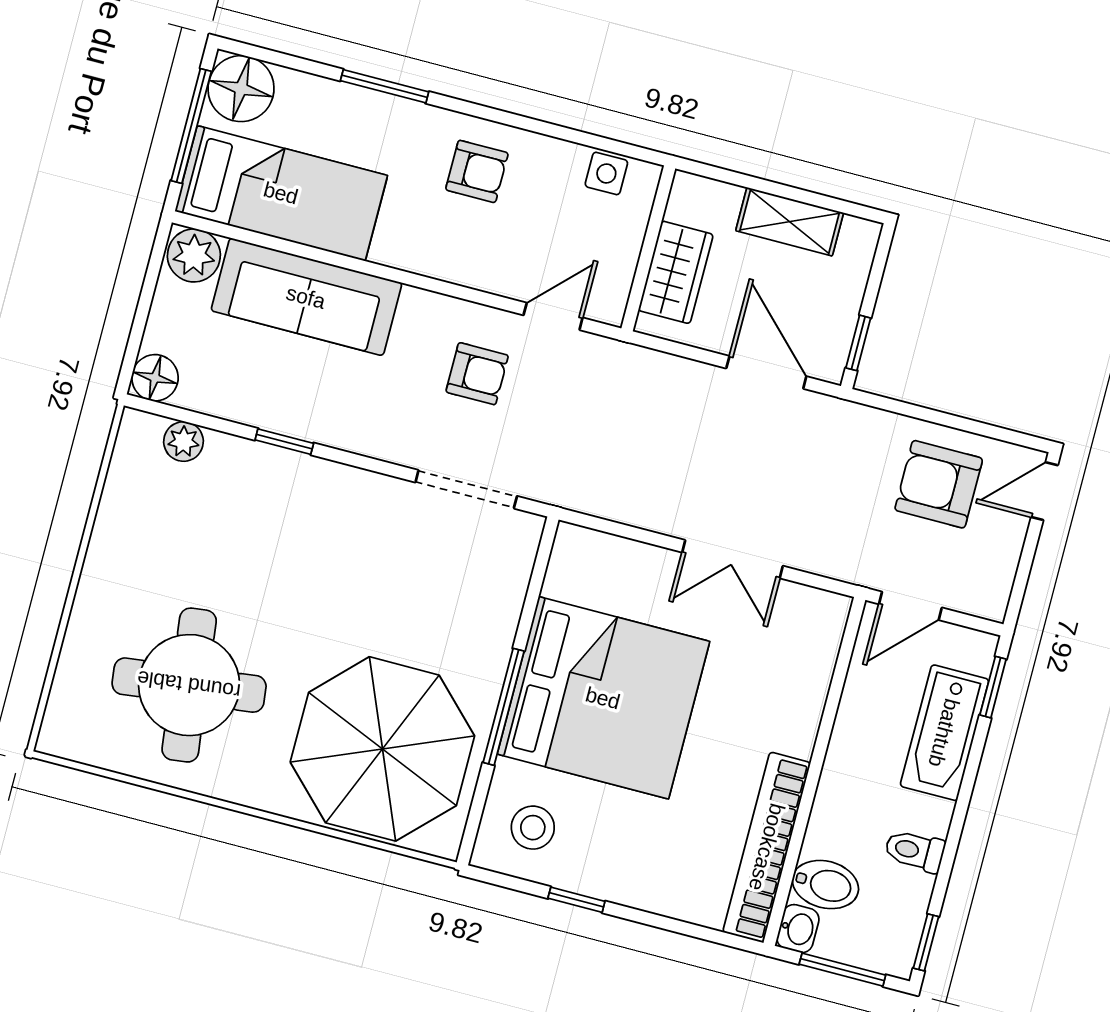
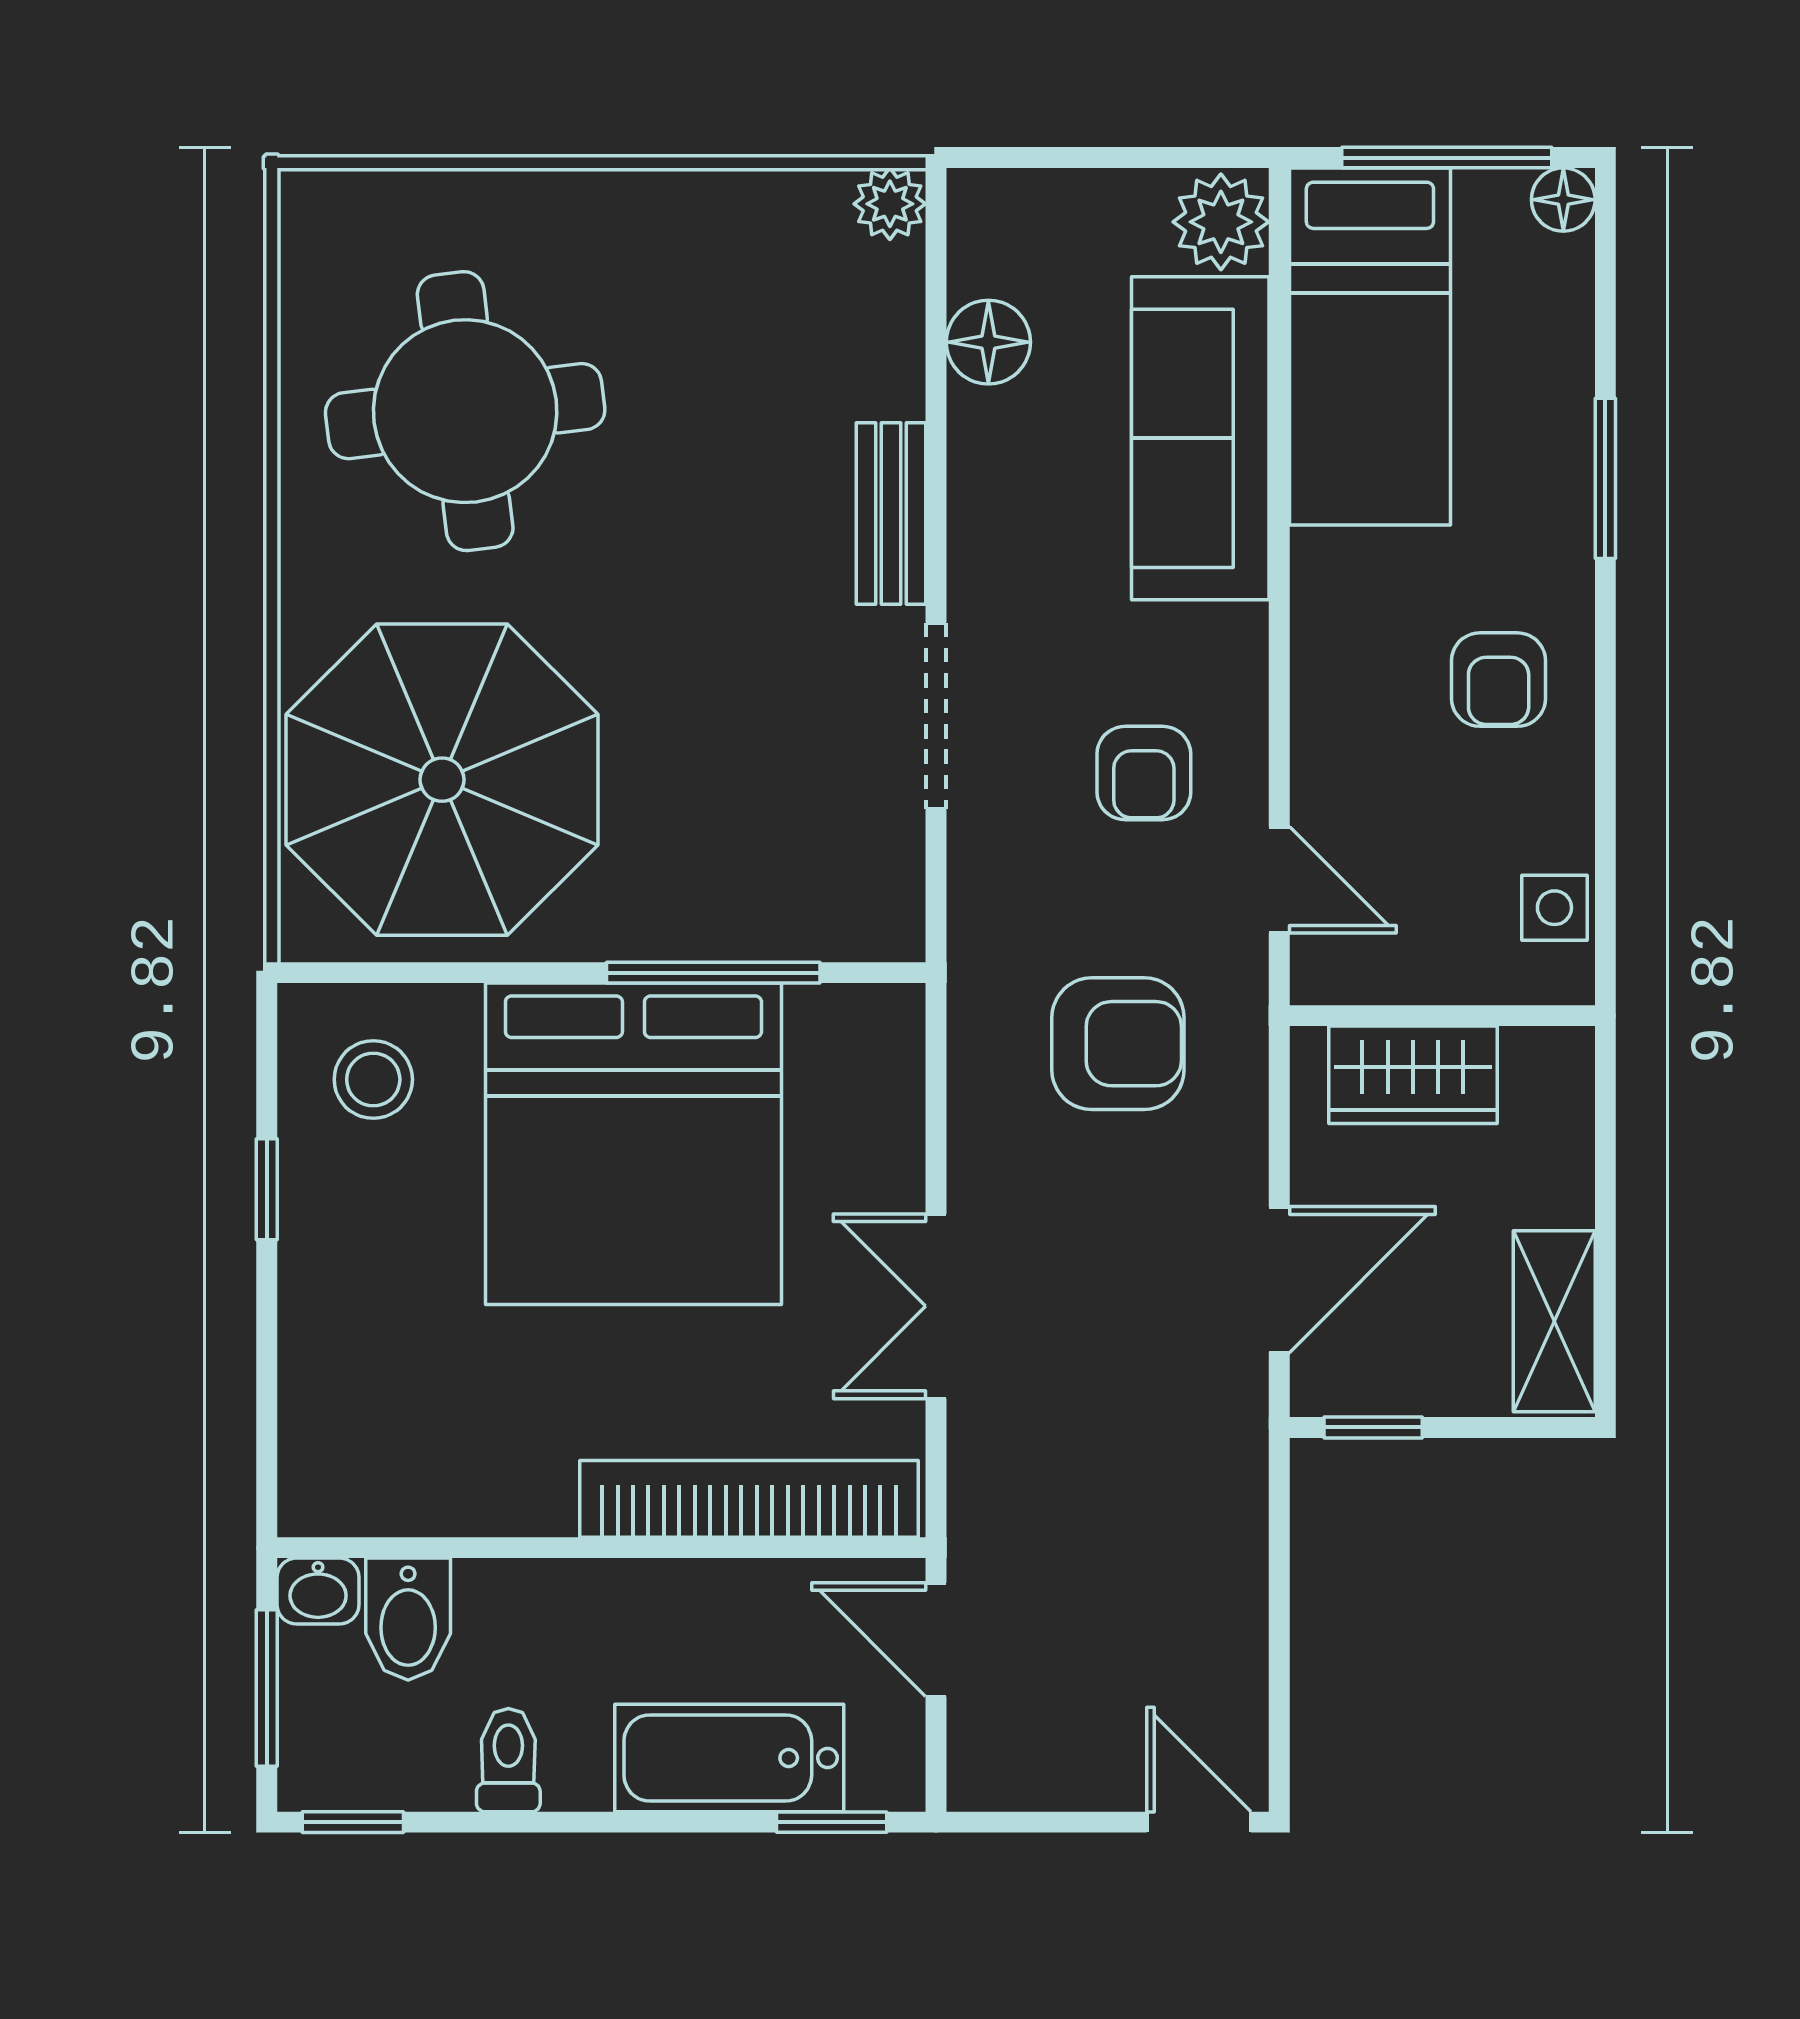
floor lamp: (241, 89) -> (1563, 200), width x0.53, depth x0.53
shelving: (790, 222) -> (1554, 1321), moved
floor lamp: (155, 378) -> (988, 342), moved
plant: (184, 441) -> (890, 204), moved
window: (284, 442) -> (936, 466), removed
bench: (303, 472) -> (891, 514), added
armchair: (939, 484) -> (1118, 1044), moved, turned 90
doorway: (466, 489) -> (936, 716), moved
window: (504, 707) -> (713, 973), moved
bookcase: (767, 847) -> (749, 1499), moved

